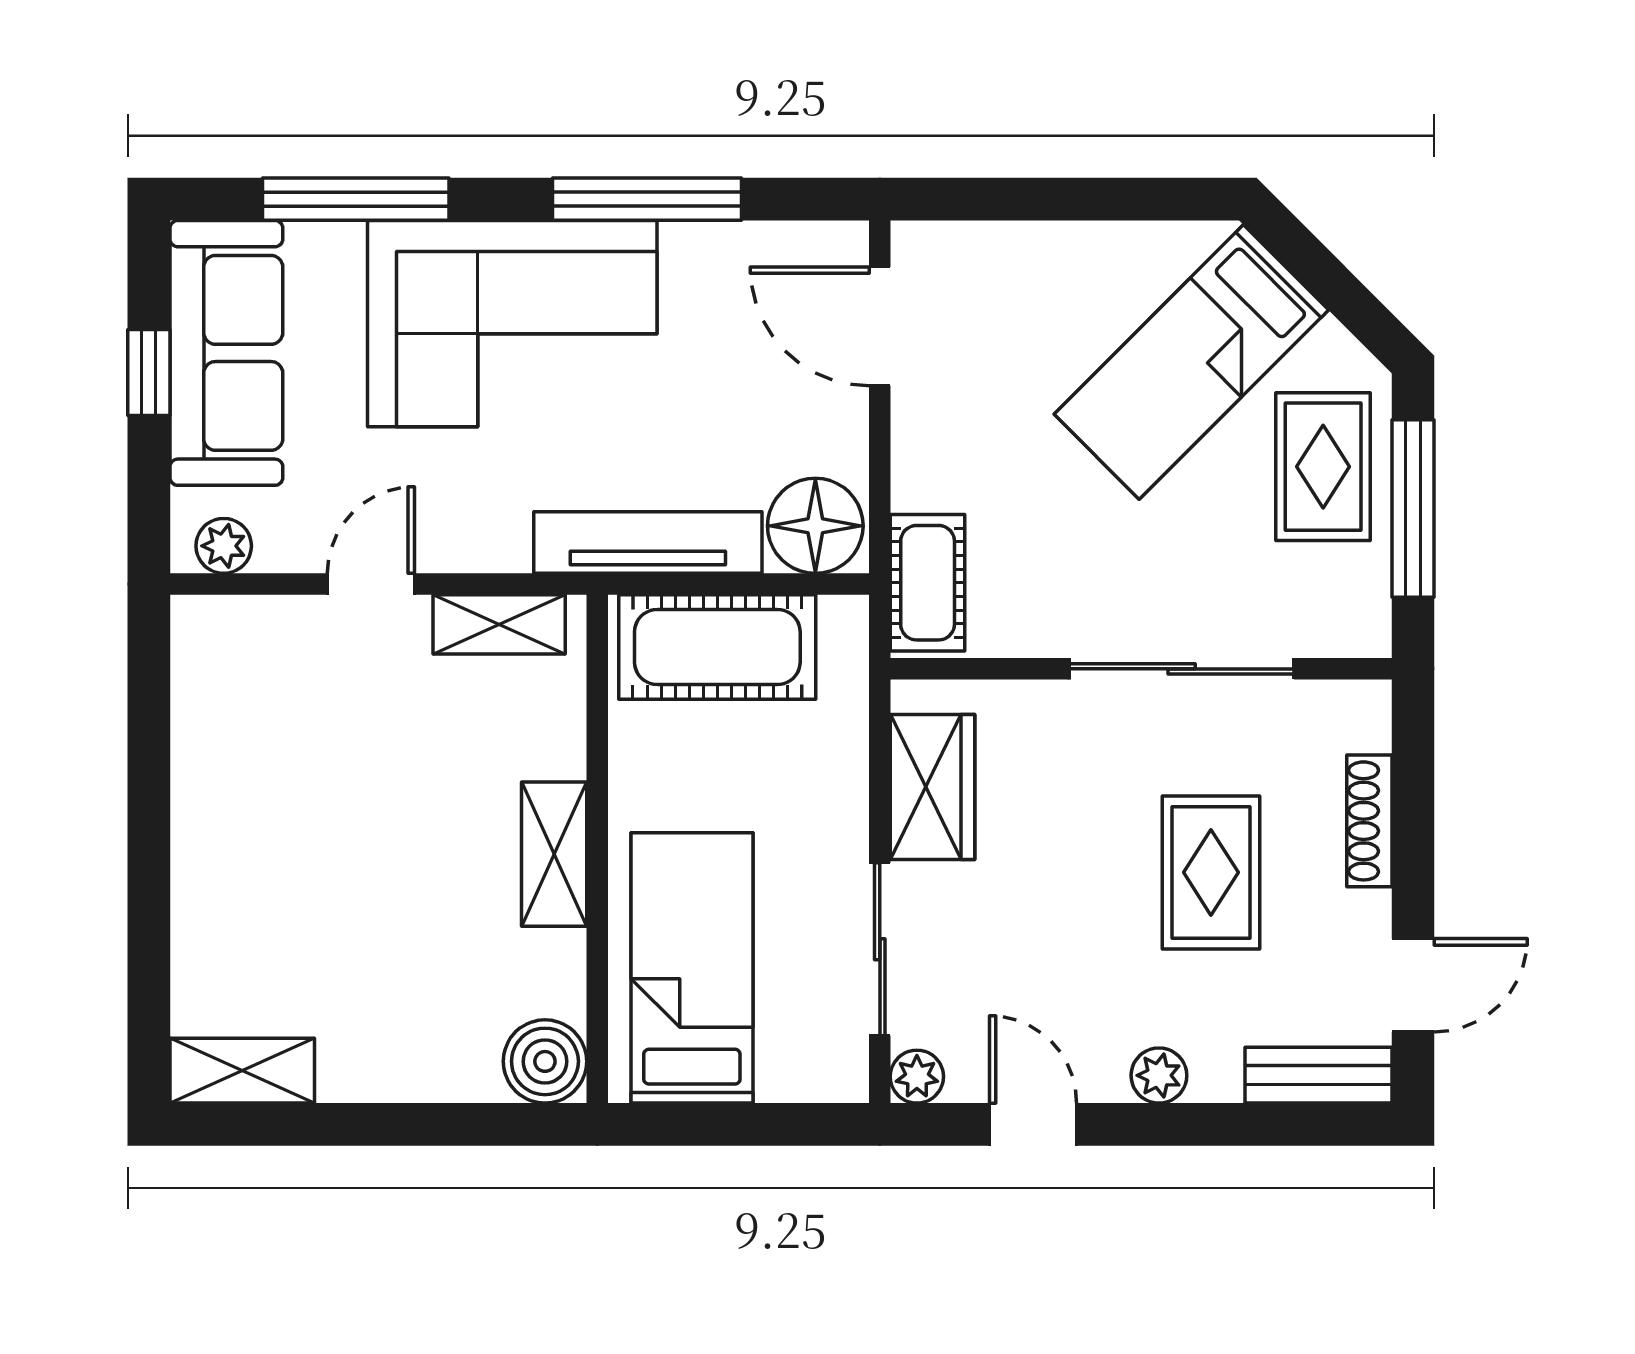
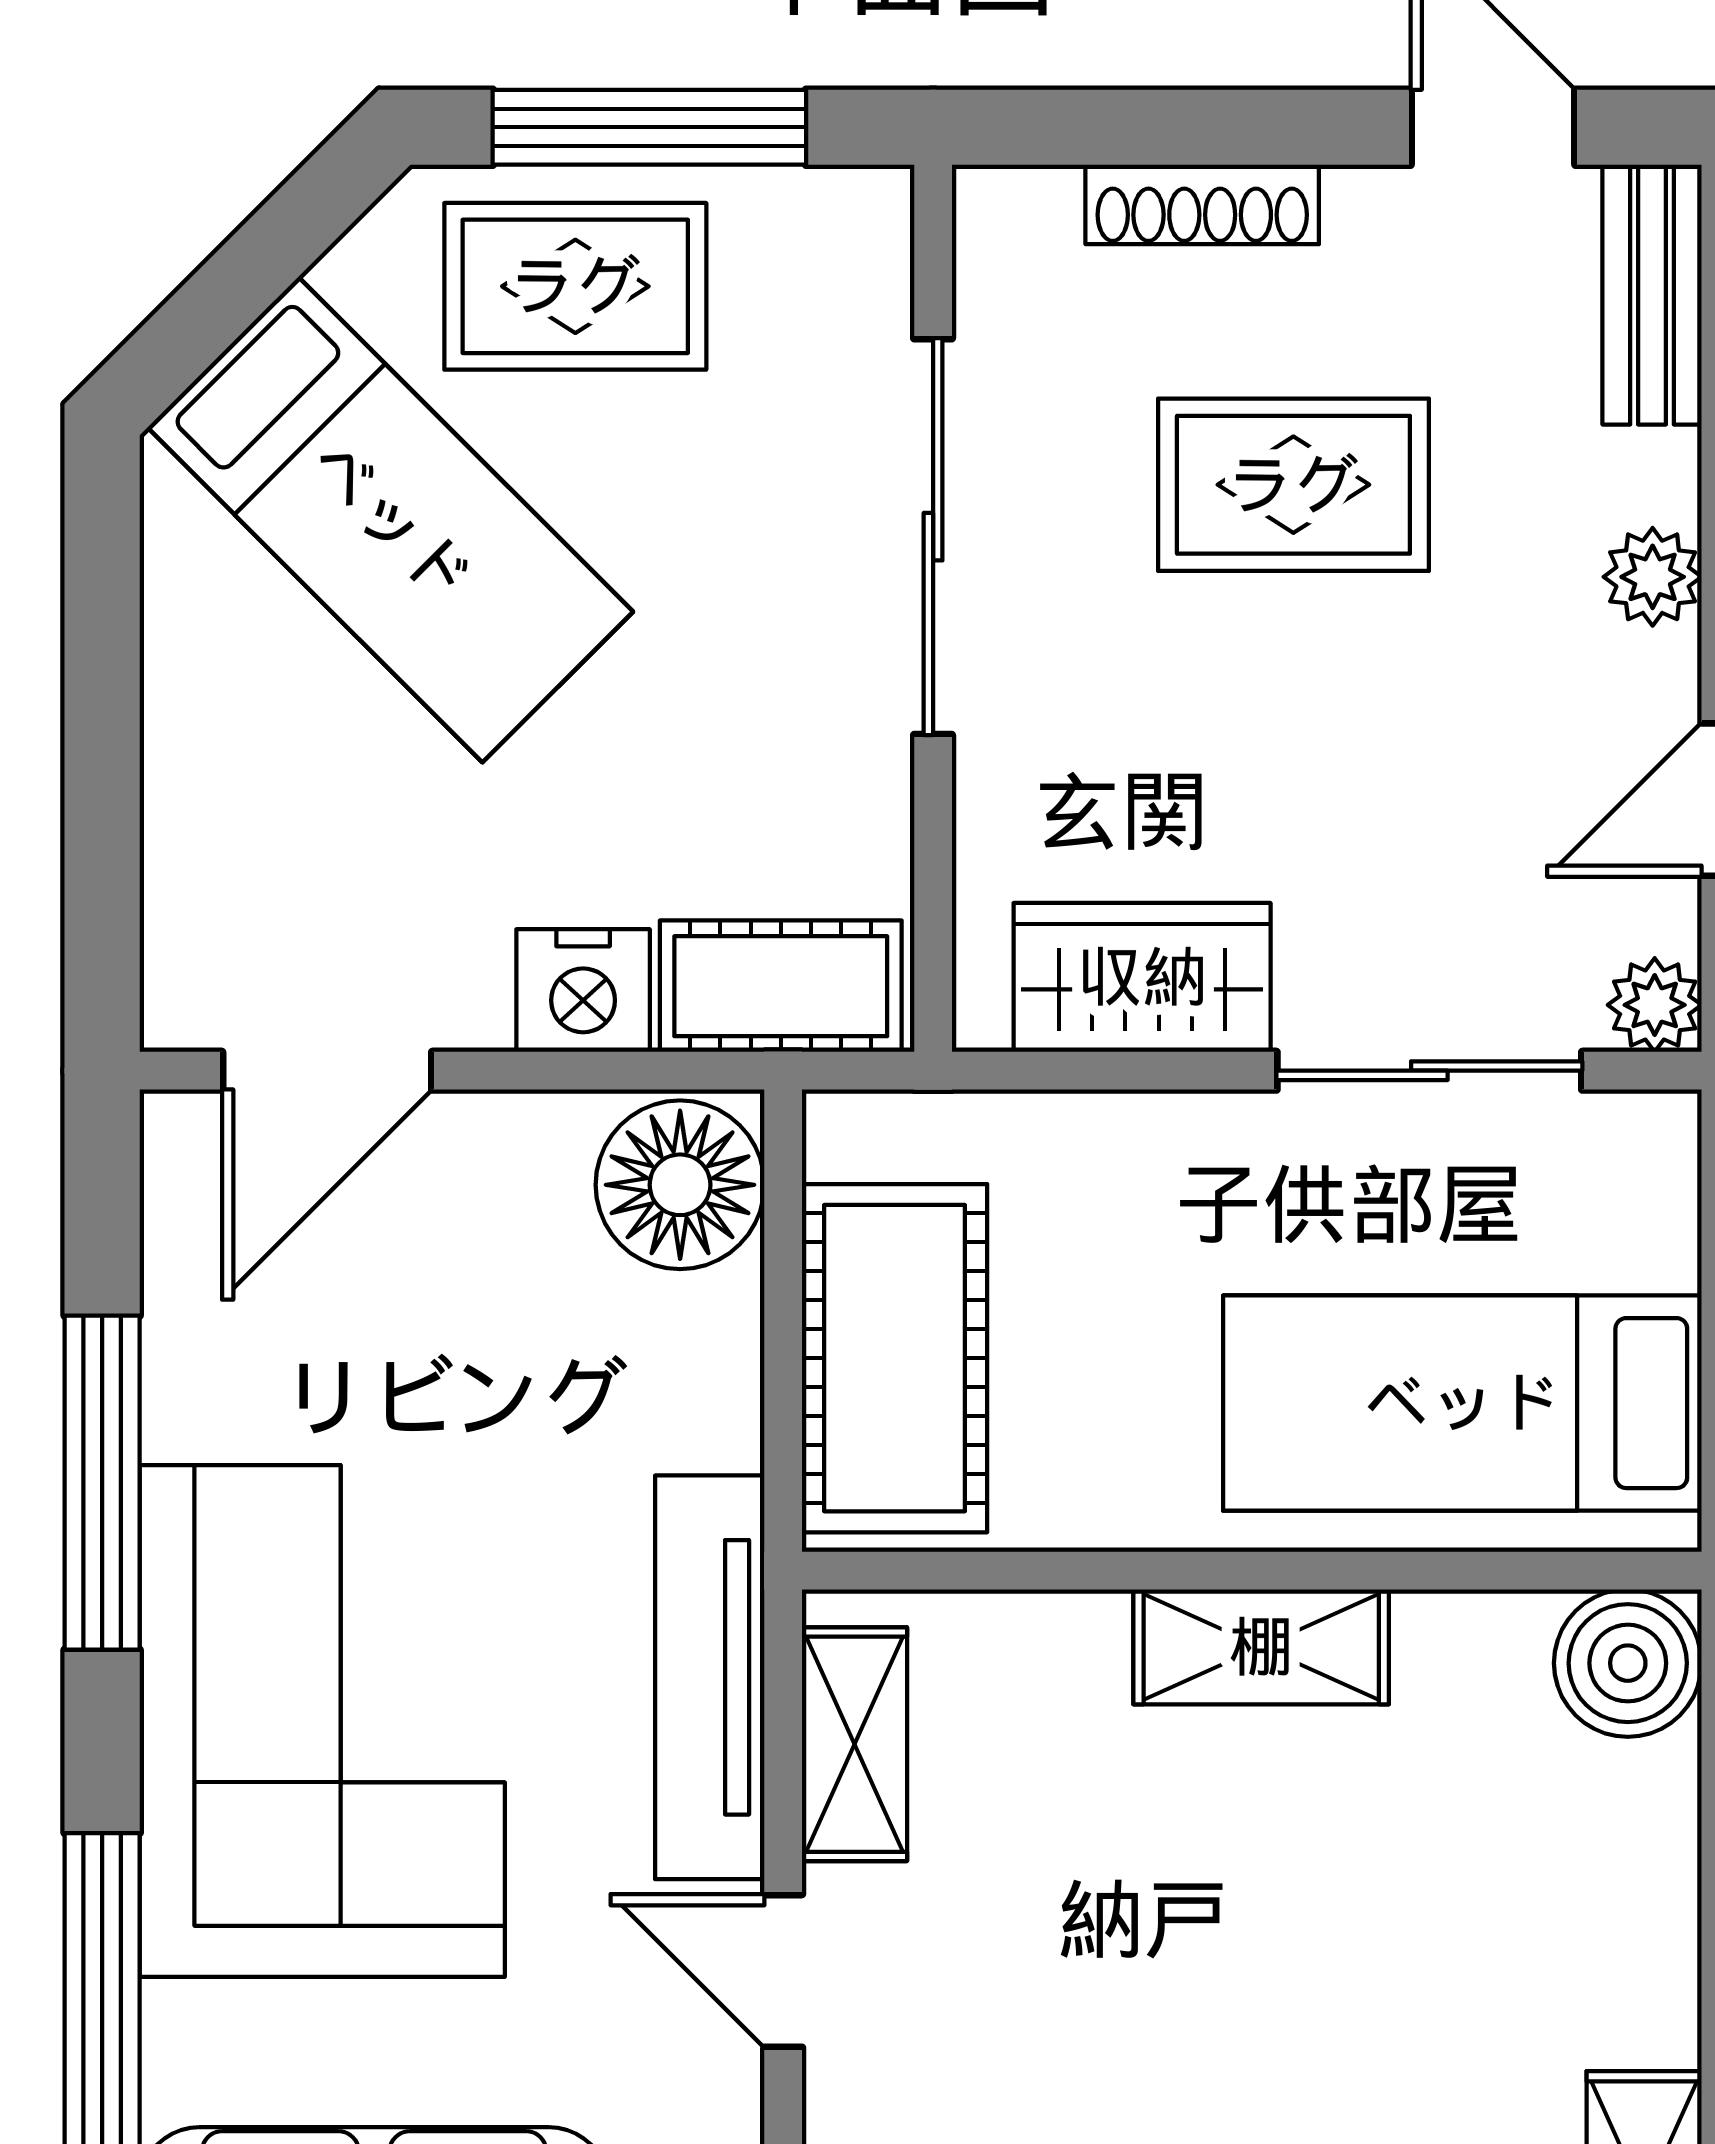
nightstand: (925, 471) -> (583, 991), added
tv unit: (648, 543) -> (710, 1677), moved

